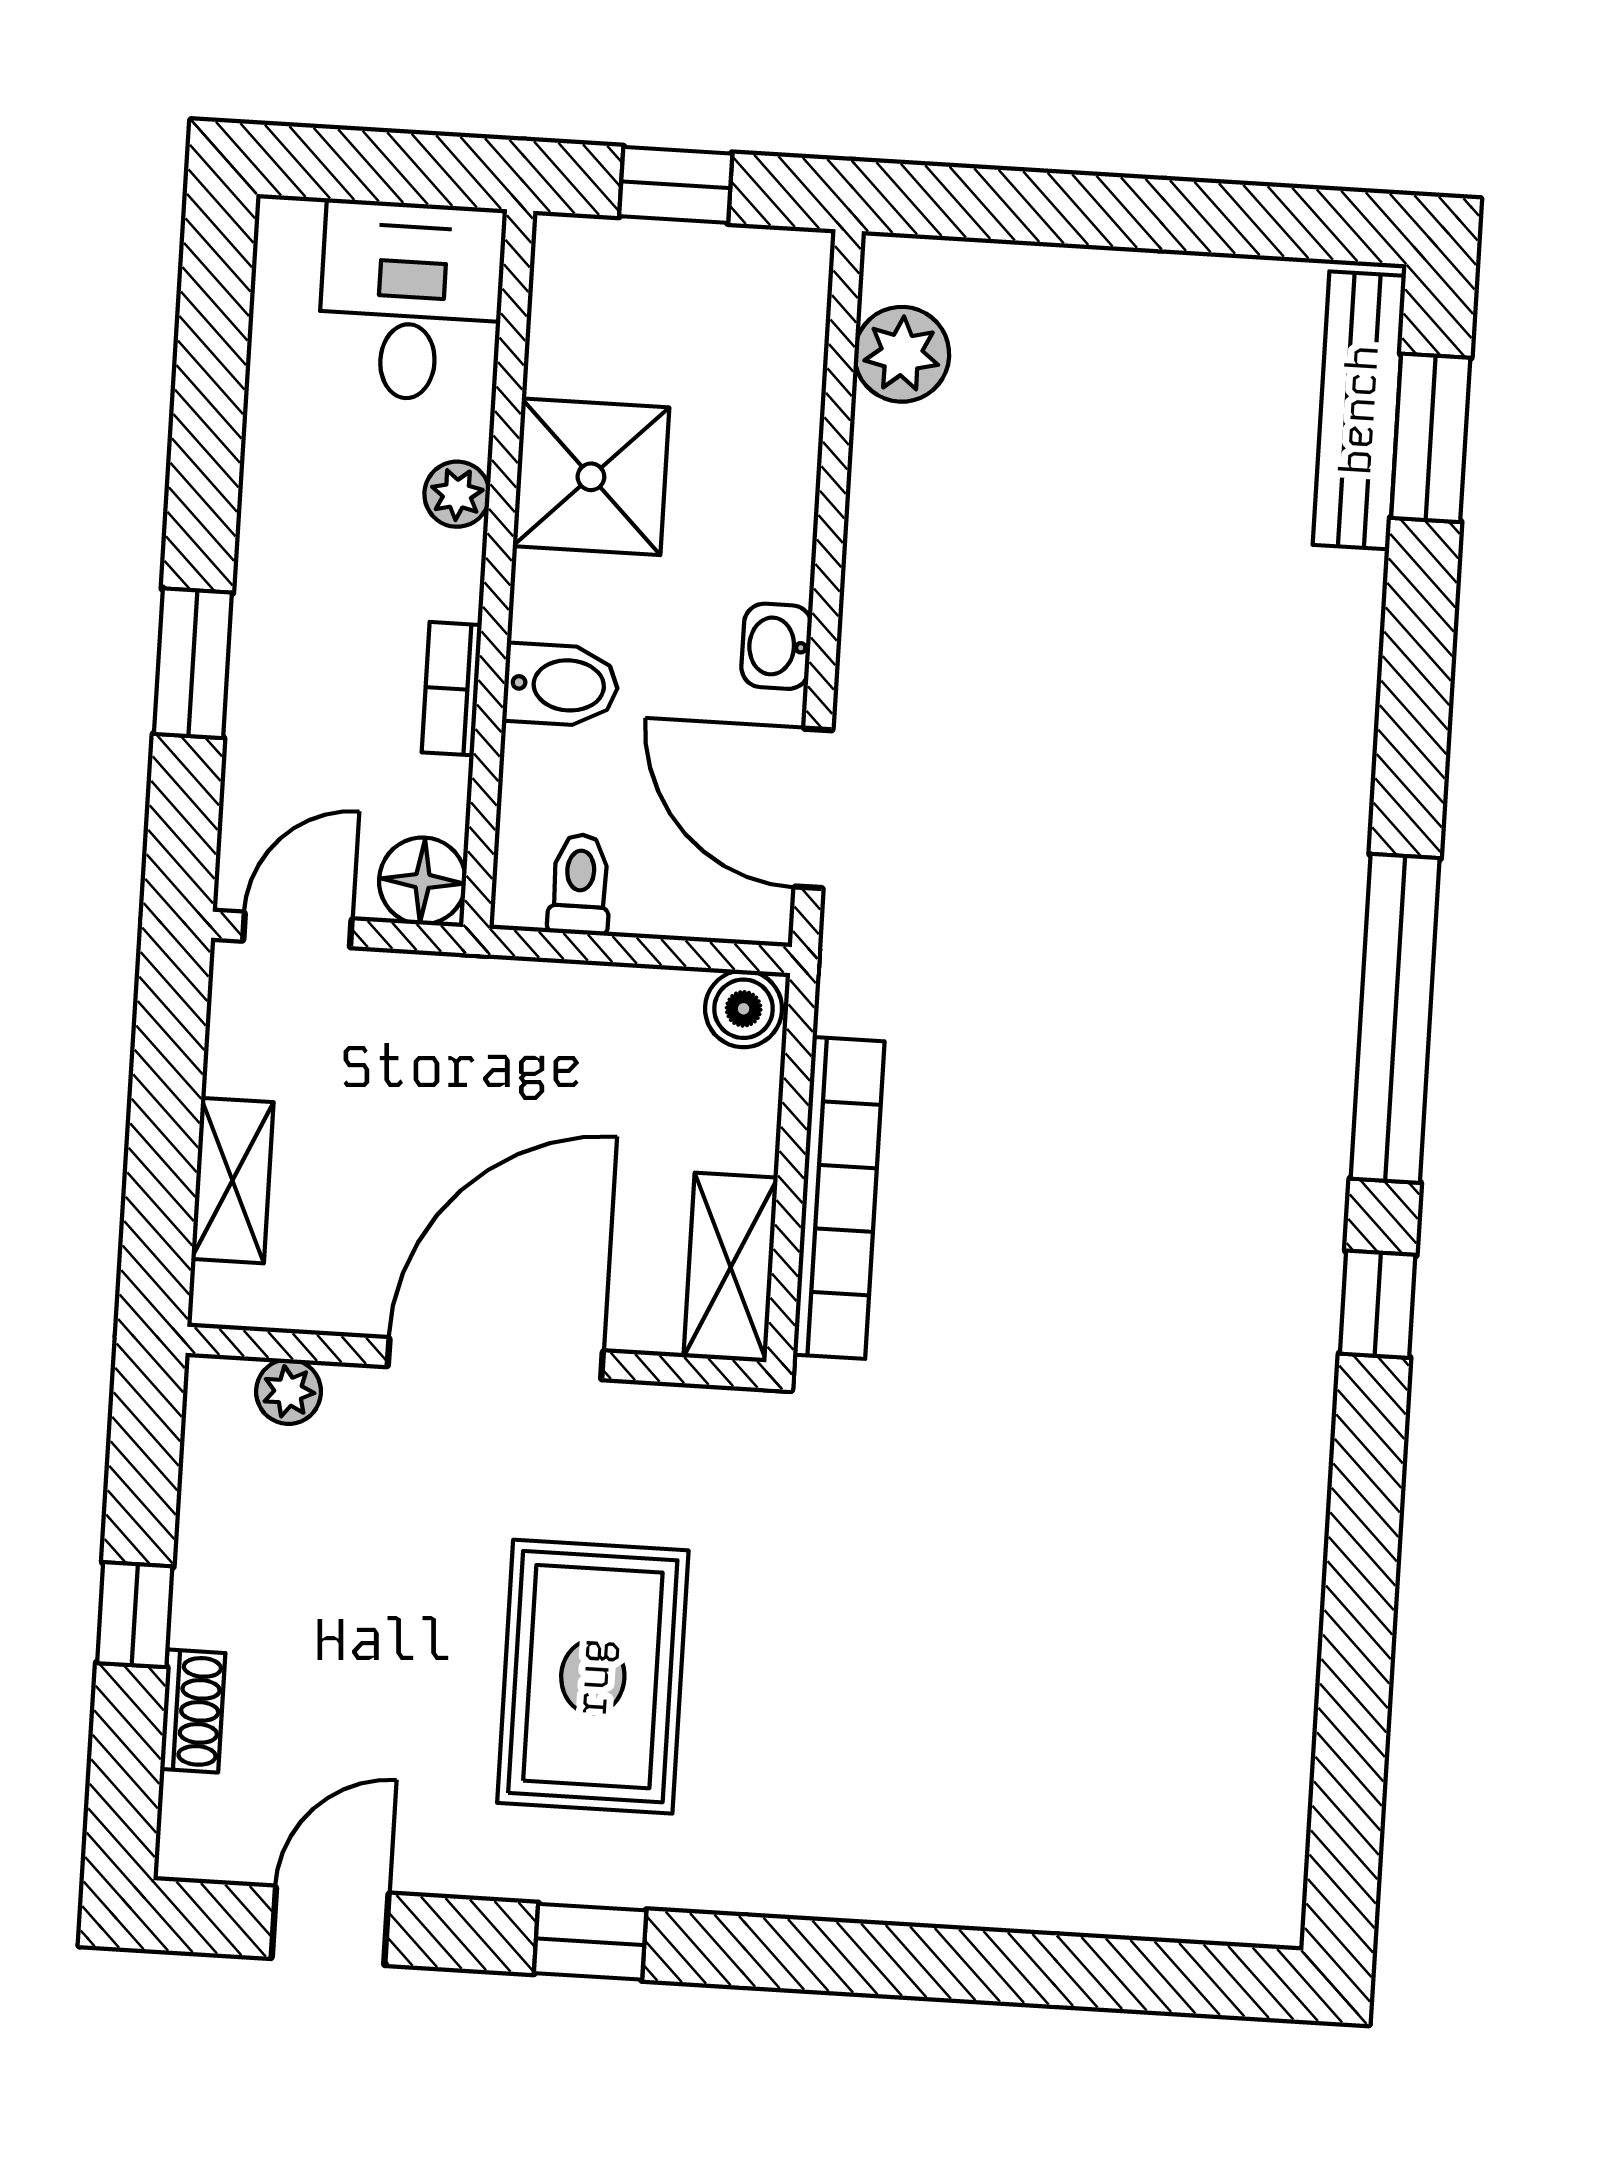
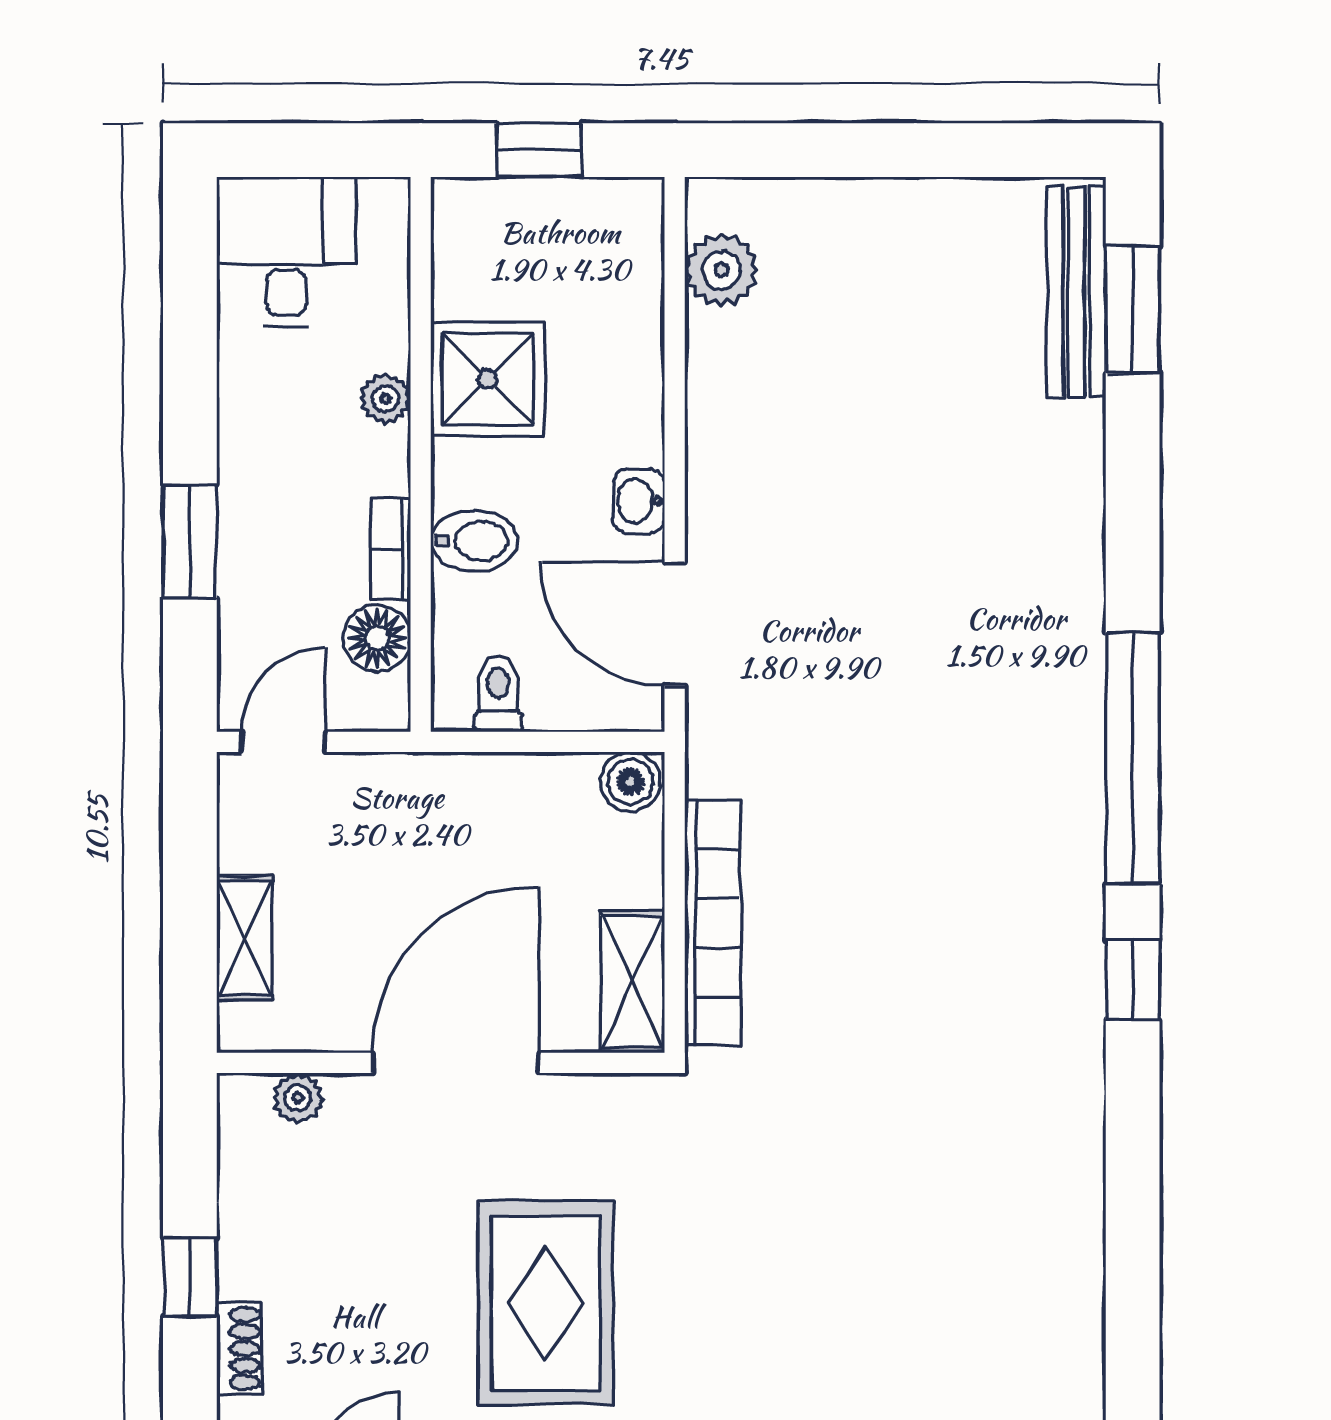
desk: (411, 301) -> (286, 252), moved
floor lamp: (422, 881) -> (377, 638), moved

